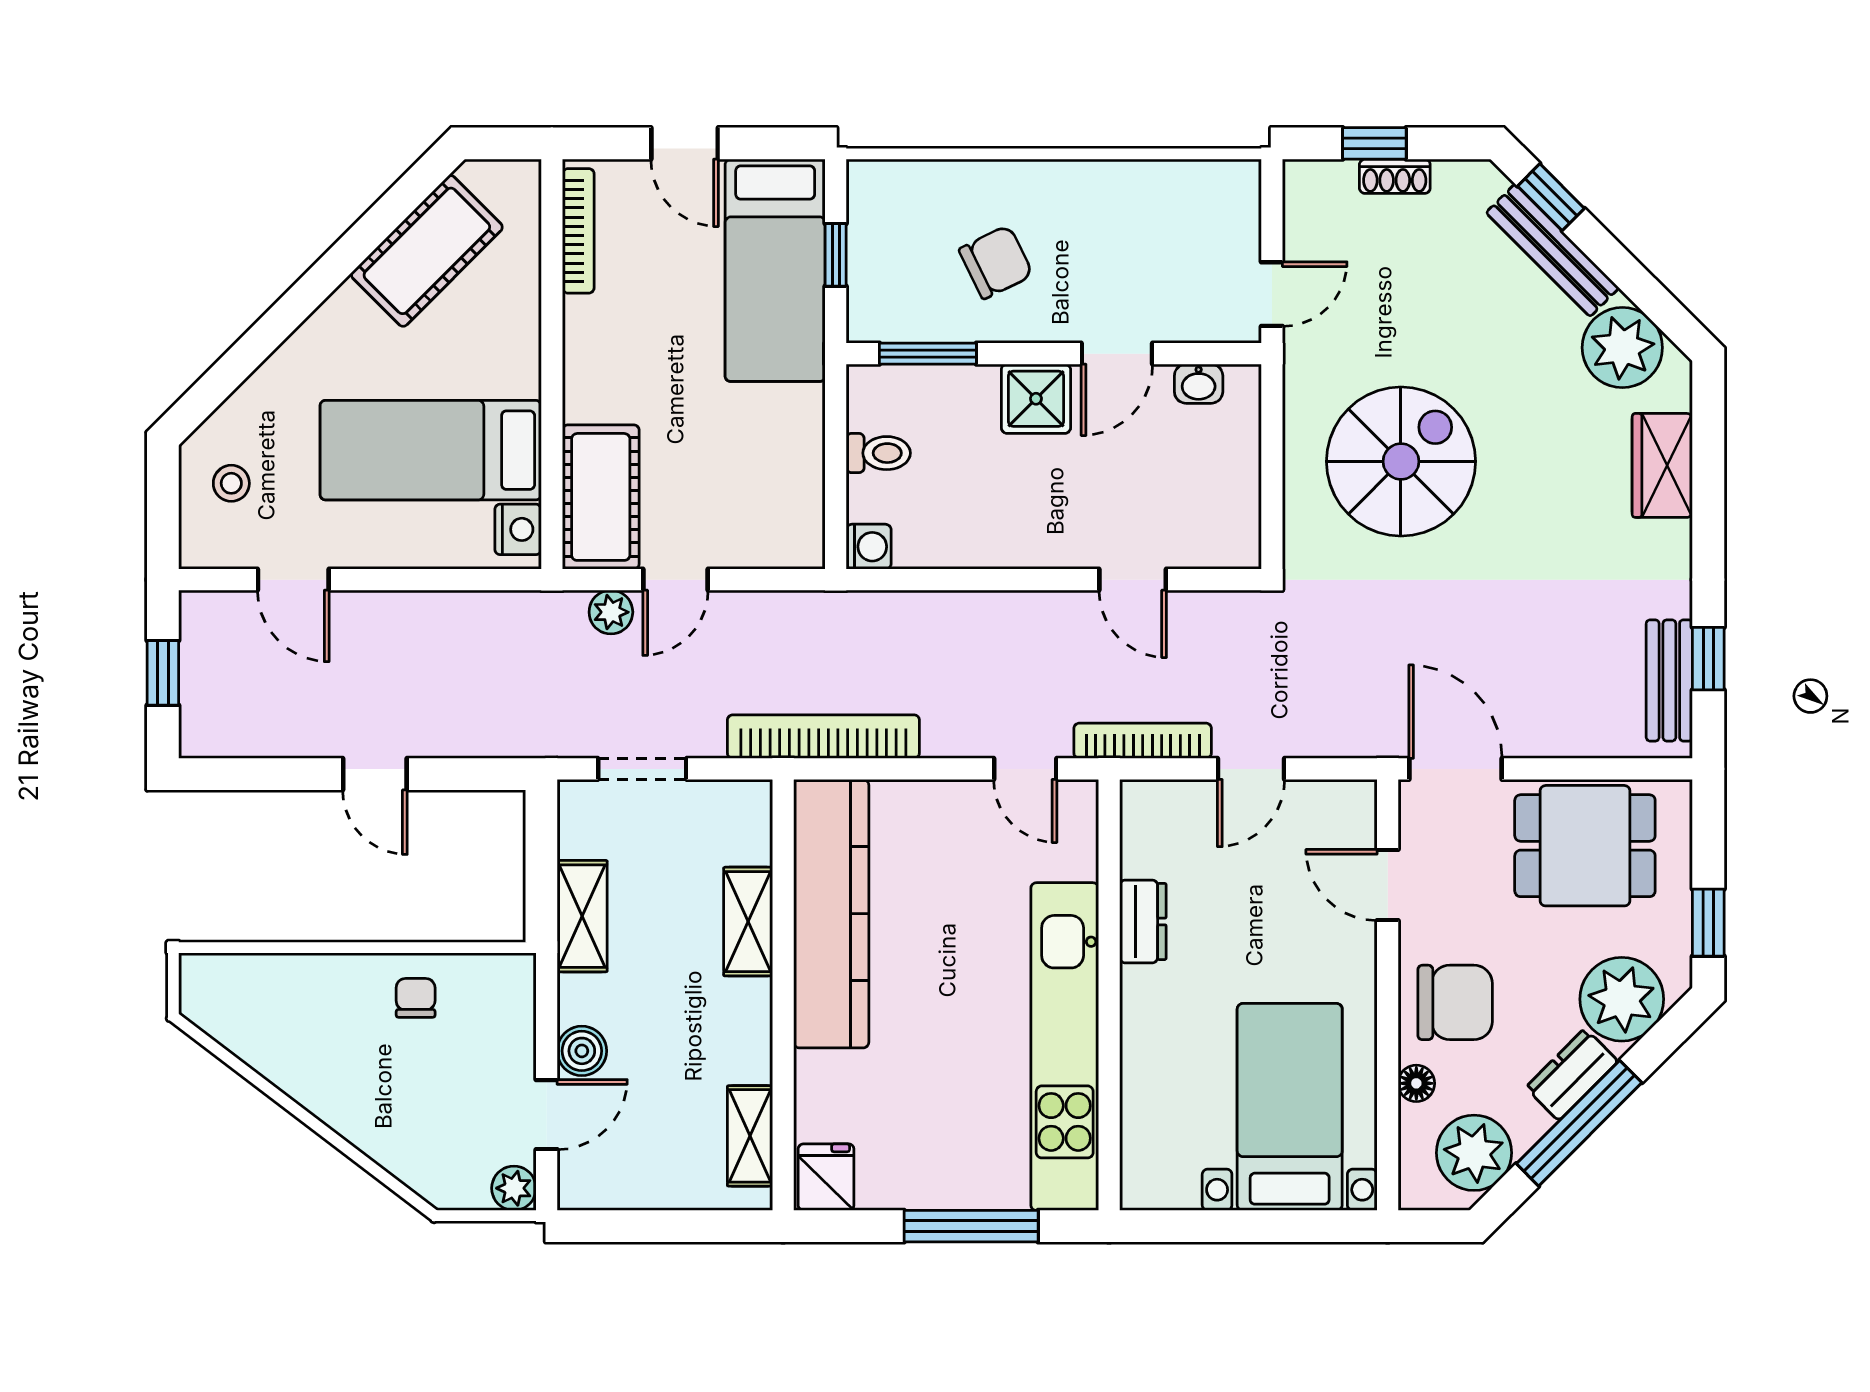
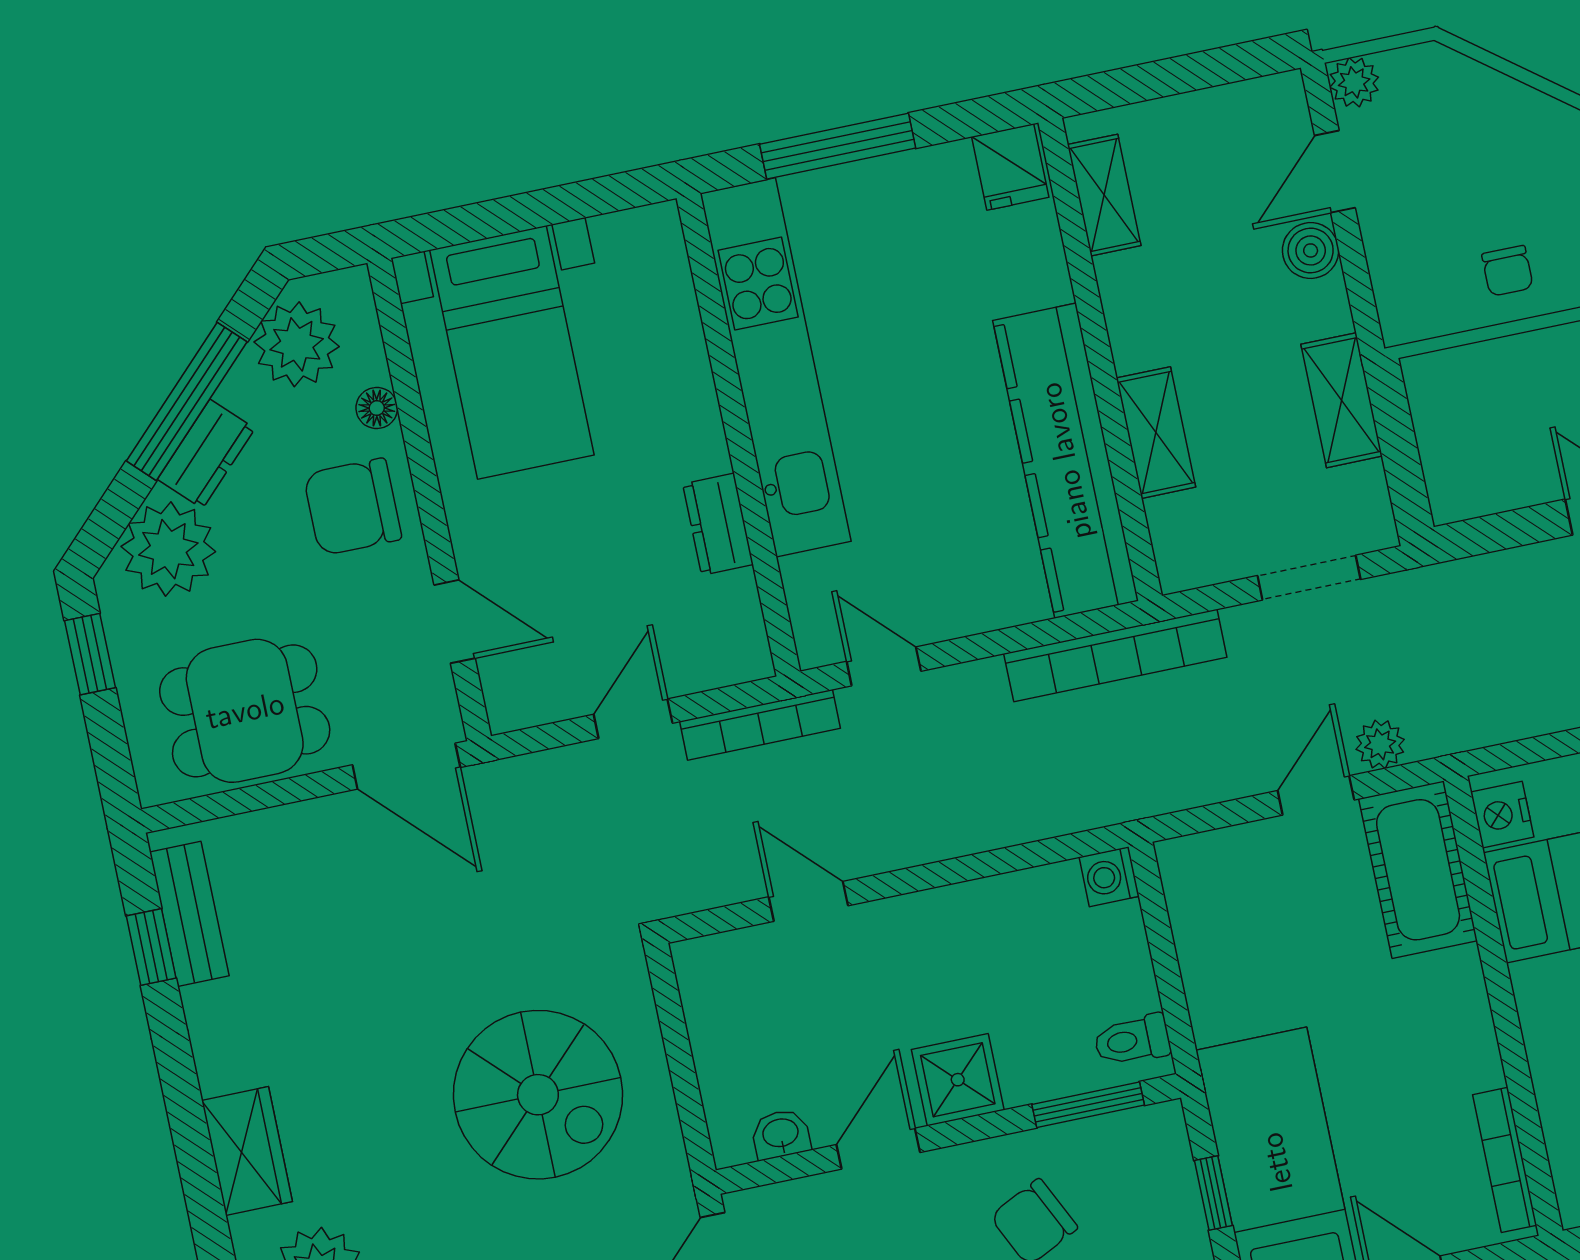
toilet: (878, 453) -> (1132, 1040), moved
spiral stairs: (1401, 461) -> (538, 1095), turned -90

